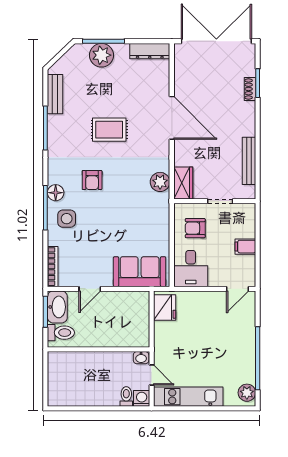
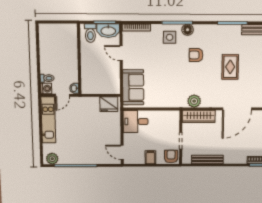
wardrobe: (183, 183) -> (199, 116), width x1.50
armchair: (195, 228) -> (171, 156), moved

